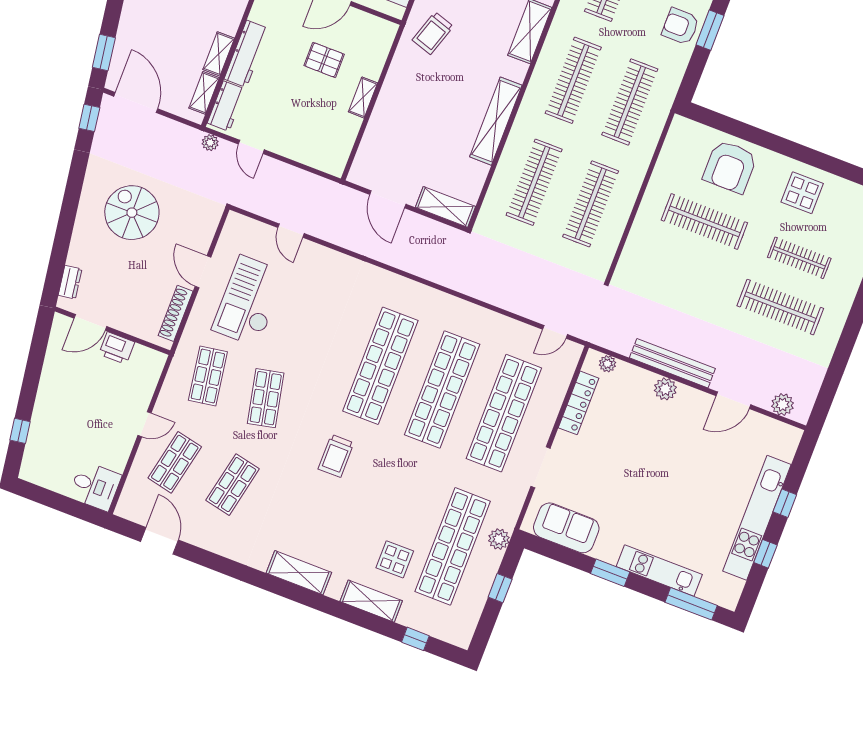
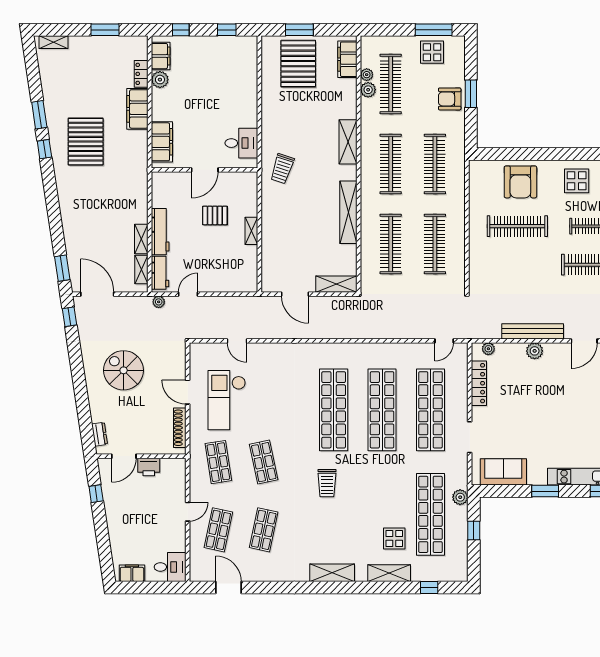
door: (251, 147) -> (188, 294), swing flipped
window: (20, 431) -> (96, 494), moved
filing cabinet: (43, 475) -> (132, 573), added

